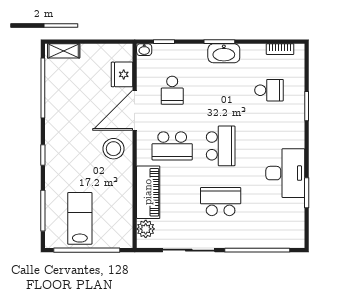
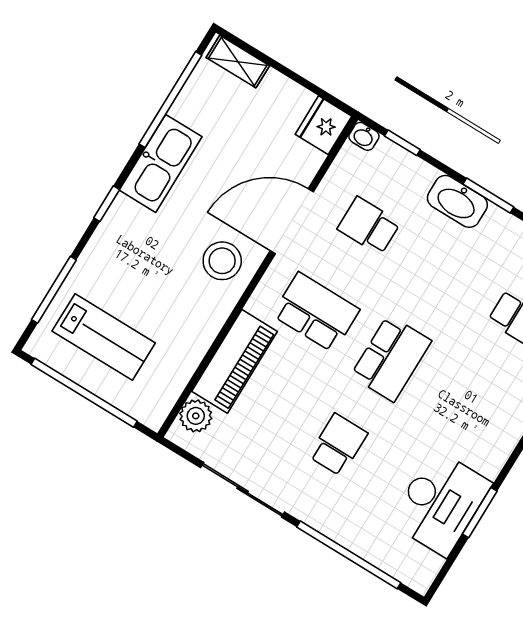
washbasin: (224, 53) -> (457, 201), moved
fridge: (122, 74) -> (323, 125), moved
school desk: (172, 90) -> (369, 226), turned 90
kitchen sink: (57, 121) -> (161, 163), added
school desk: (172, 146) -> (316, 312), turned 180
desk: (285, 173) -> (440, 503), moved
school desk: (221, 202) -> (338, 445), width x0.54
lab bench: (80, 218) -> (104, 337), turned 90

